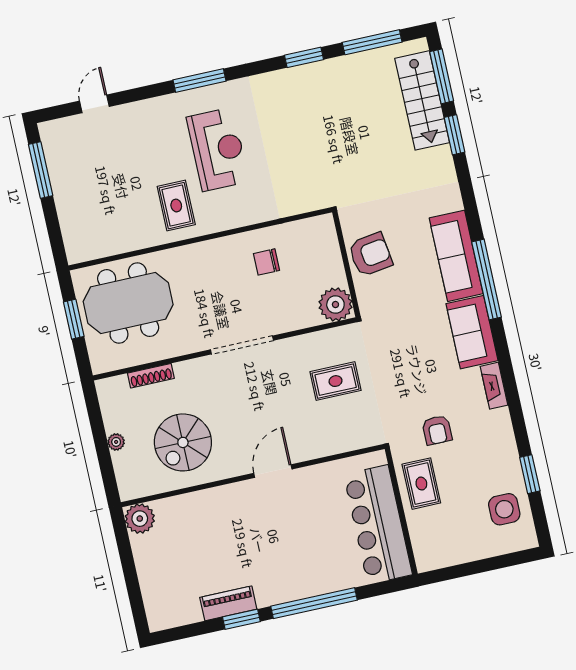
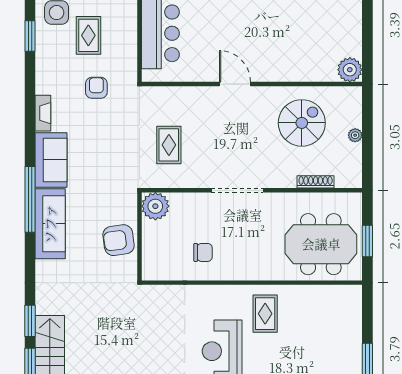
rug: (336, 381) -> (169, 145), turned 90
door: (273, 471) -> (235, 84), swing flipped
rug: (421, 484) -> (88, 35), moved

